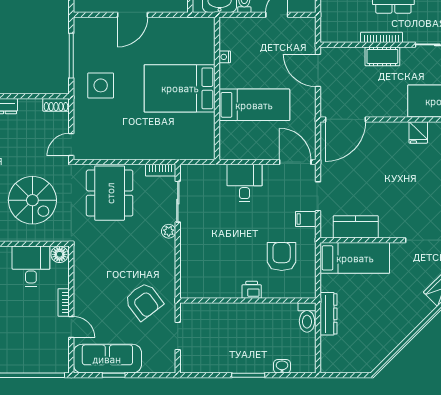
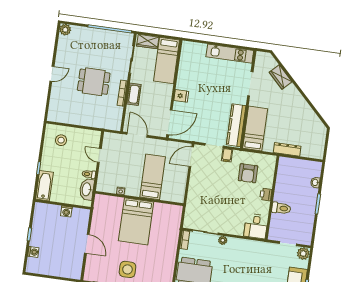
door: (318, 70) -> (137, 135), swing flipped
door: (345, 119) -> (169, 122), hinge flipped
fridge: (418, 132) -> (181, 96), moved
desk: (245, 183) -> (256, 226), moved, turned -90
kitchen counter: (356, 227) -> (236, 125), width x1.50
armchair: (282, 257) -> (248, 173), turned -90
armchair: (144, 301) -> (264, 262), removed
toilet: (307, 318) -> (281, 208), moved
plant: (166, 363) -> (303, 254), added

